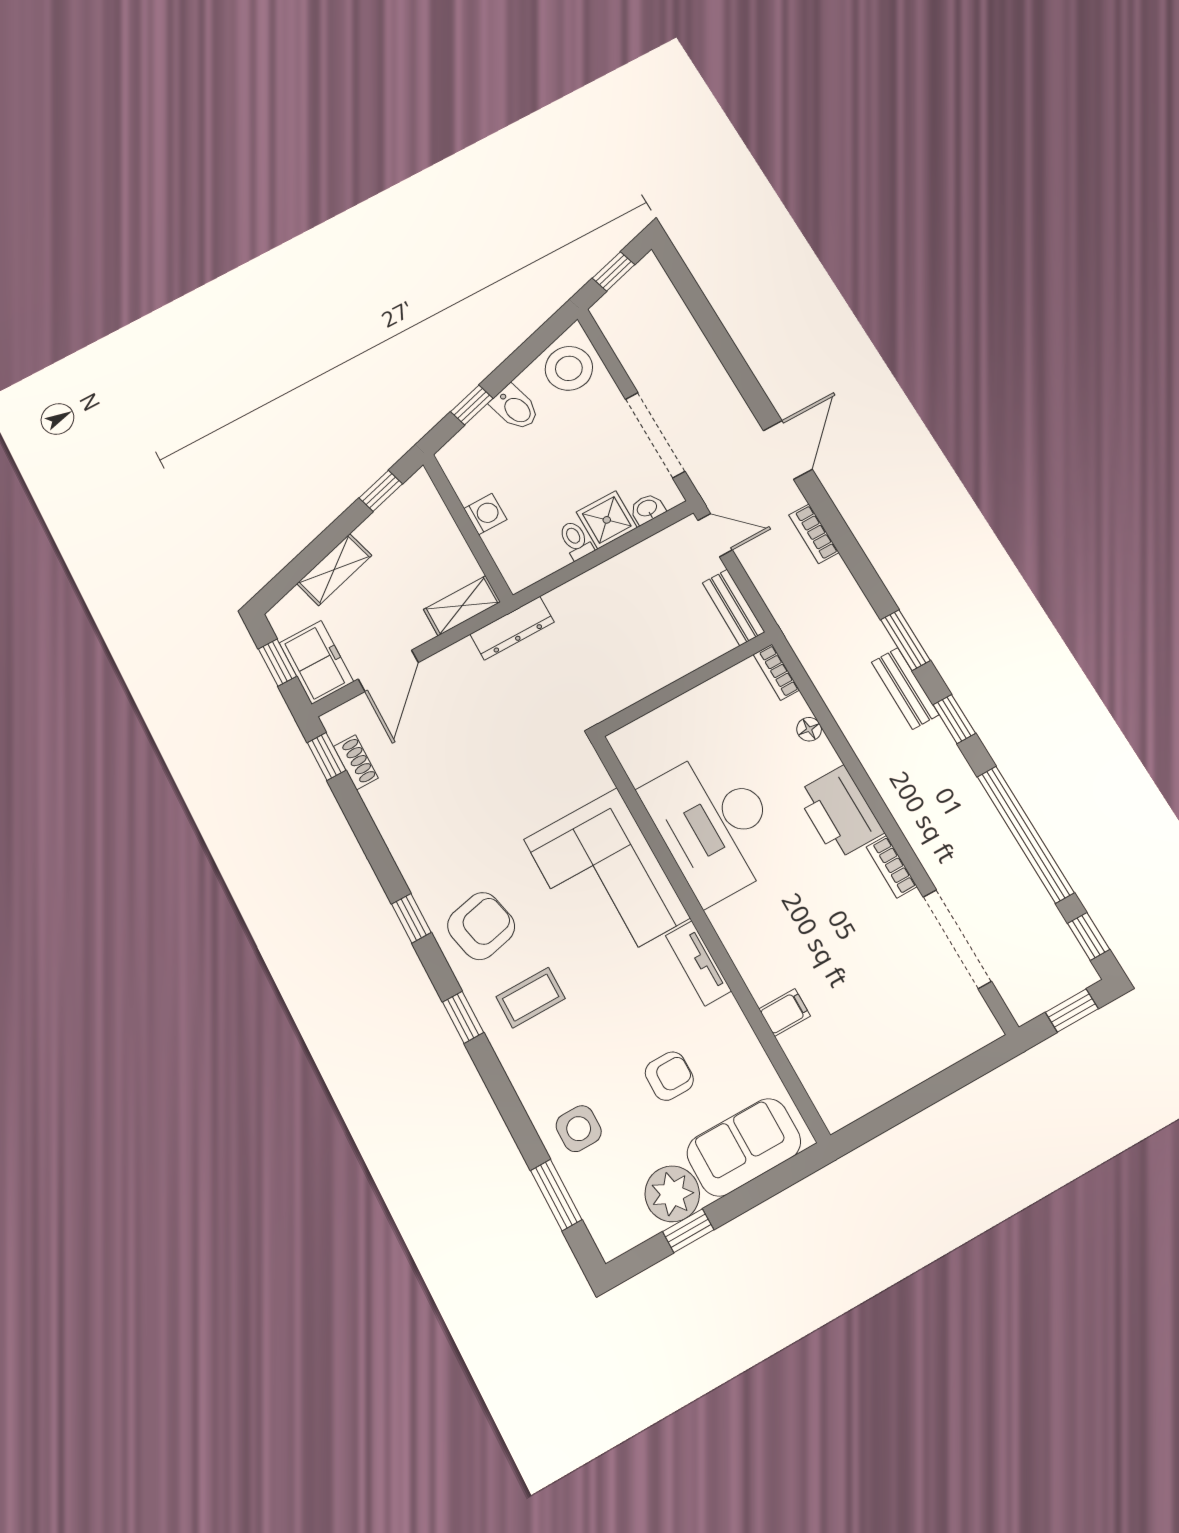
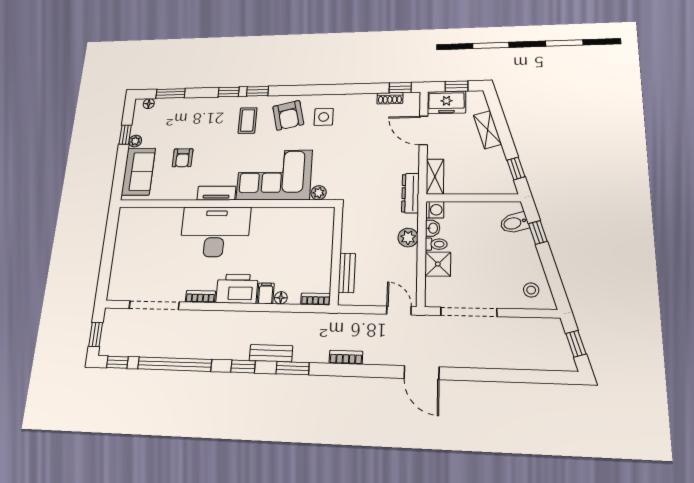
stool: (569, 368) -> (531, 290), width x0.53, depth x0.53
bidet: (515, 408) -> (514, 223), moved
washbasin: (647, 509) -> (433, 228), moved
washing machine: (485, 514) -> (435, 210), moved, turned -90
bookcase: (814, 534) -> (346, 357), moved
door: (715, 535) -> (399, 310), swing flipped
plant: (590, 589) -> (408, 238), added
bench: (734, 607) -> (347, 273), moved, turned 90
plant: (595, 780) -> (319, 193), added
desk: (714, 824) -> (215, 232), moved
window: (411, 918) -> (229, 92), moved
filing cabinet: (785, 1012) -> (266, 293), moved, turned 180
side table: (579, 1129) -> (324, 117), moved
plant: (672, 1194) -> (135, 141), width x0.53, depth x0.53
floor lamp: (600, 1227) -> (149, 104), added

